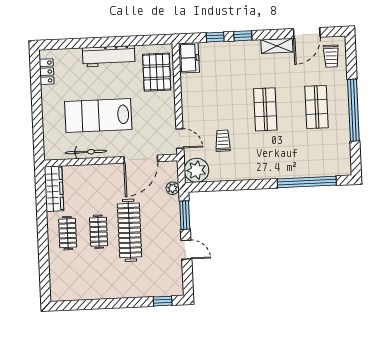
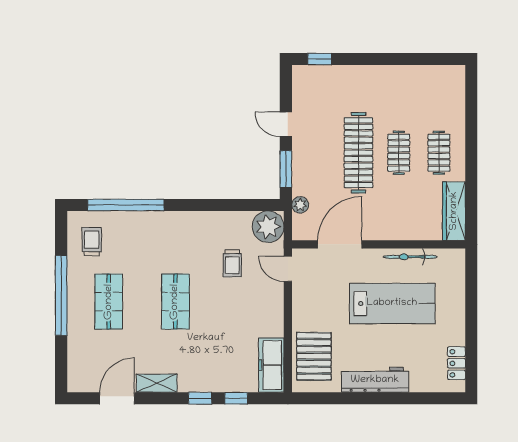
trolley: (331, 56) -> (92, 242), moved
freezer: (189, 58) -> (271, 365), width x1.40

